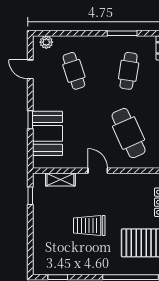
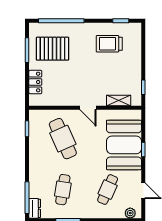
cafe table: (74, 71) -> (108, 190), turned 42
booth: (48, 133) -> (124, 145), width x1.36, depth x1.42
trolley: (89, 225) -> (109, 44), moved, turned 180

